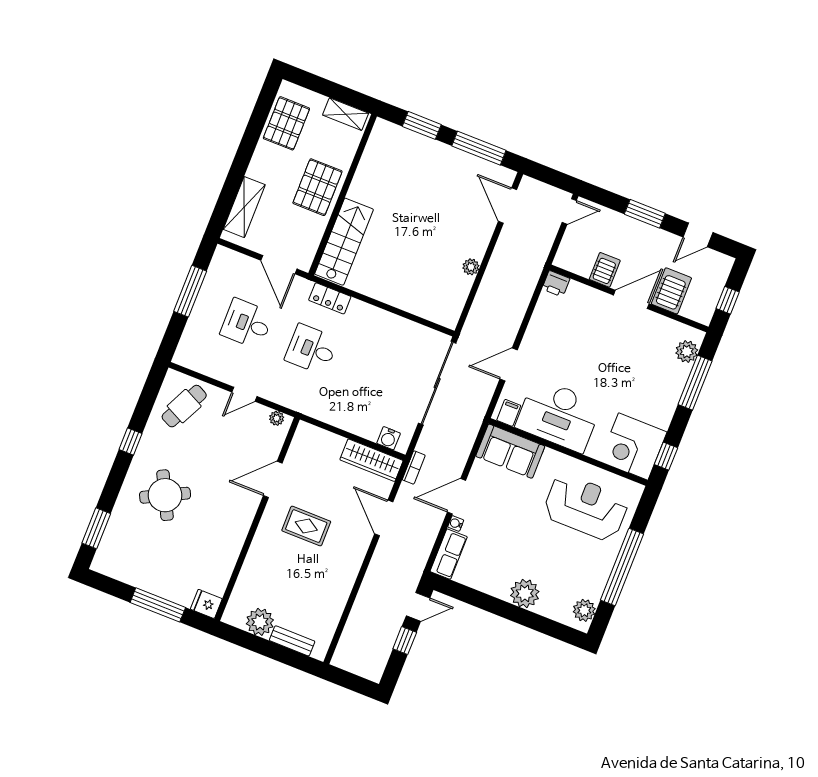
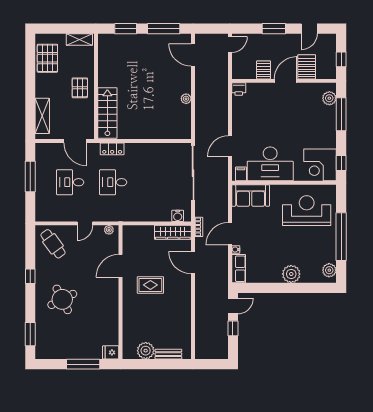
pallet: (317, 187) -> (80, 88), width x0.67, depth x0.71
cafe table: (184, 406) -> (53, 244), turned -62

